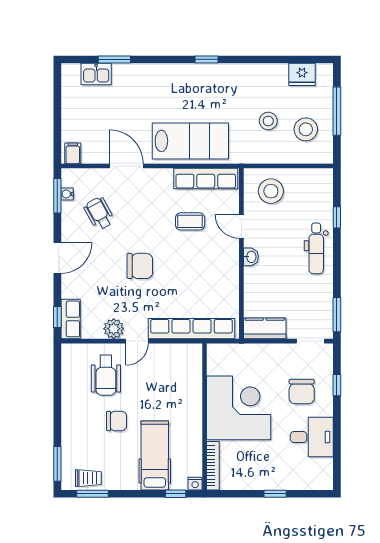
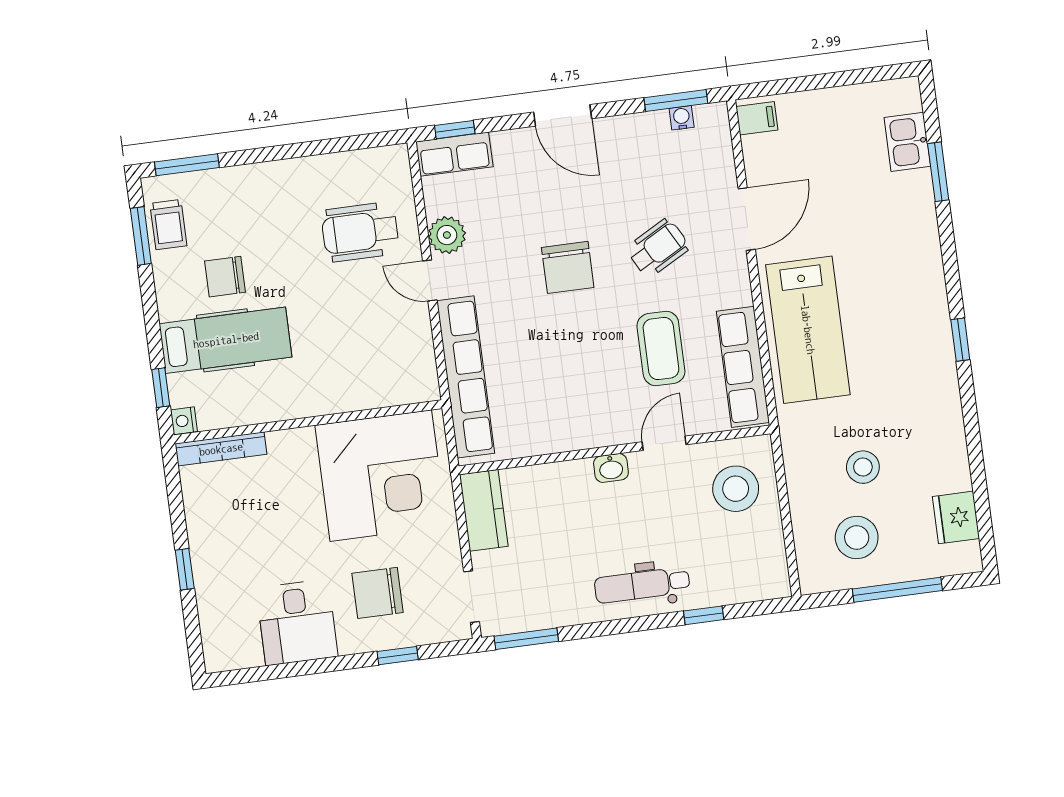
wheelchair: (99, 213) -> (658, 248), moved
coffee table: (190, 221) -> (661, 348), width x1.36, depth x1.30
corner desk: (239, 408) -> (381, 476), moved
chair: (116, 421) -> (225, 277), moved, turned 90

